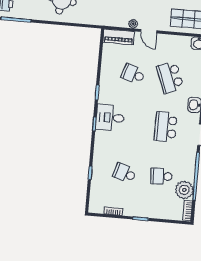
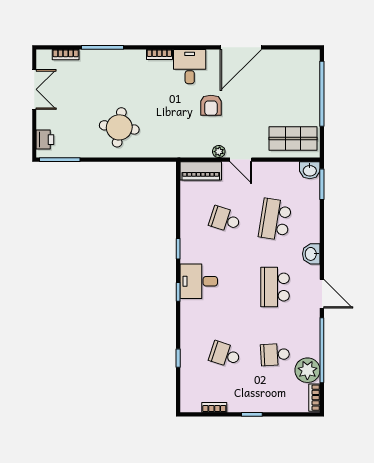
school desk: (170, 77) -> (275, 219), turned 30

